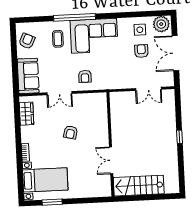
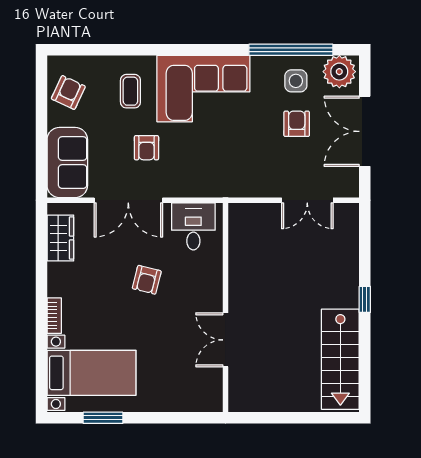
window: (75, 17) -> (291, 50), moved
armchair: (85, 76) -> (146, 148), moved
double door: (59, 93) -> (128, 200), width x1.37
desk: (92, 105) -> (193, 226), added
stairs: (139, 186) -> (340, 359), moved, turned -90

